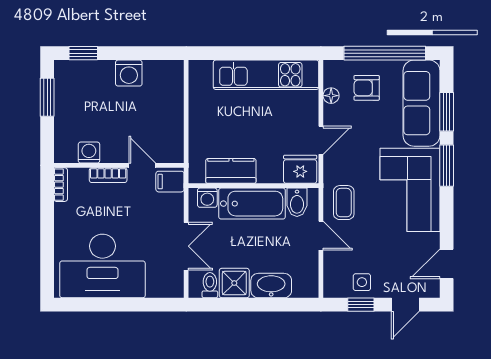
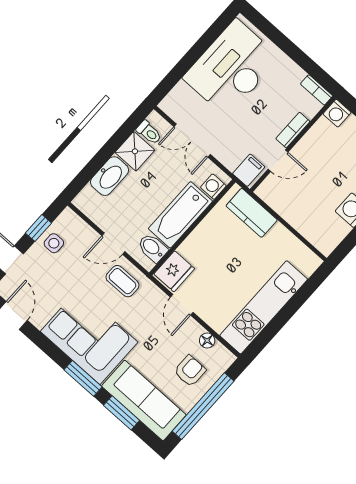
washing machine: (89, 153) -> (337, 113), moved, turned 90
kitchen counter: (231, 171) -> (252, 213), moved, turned 90

